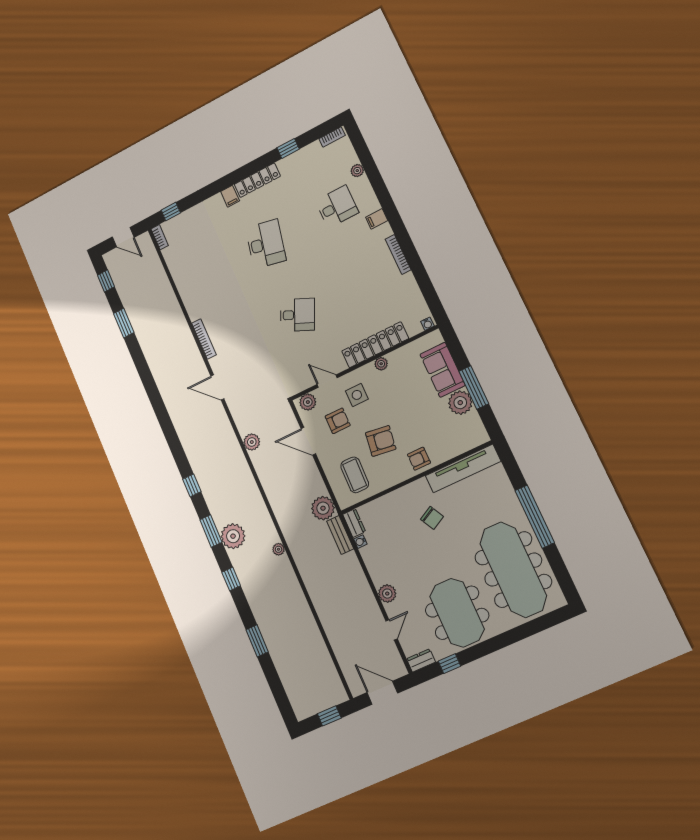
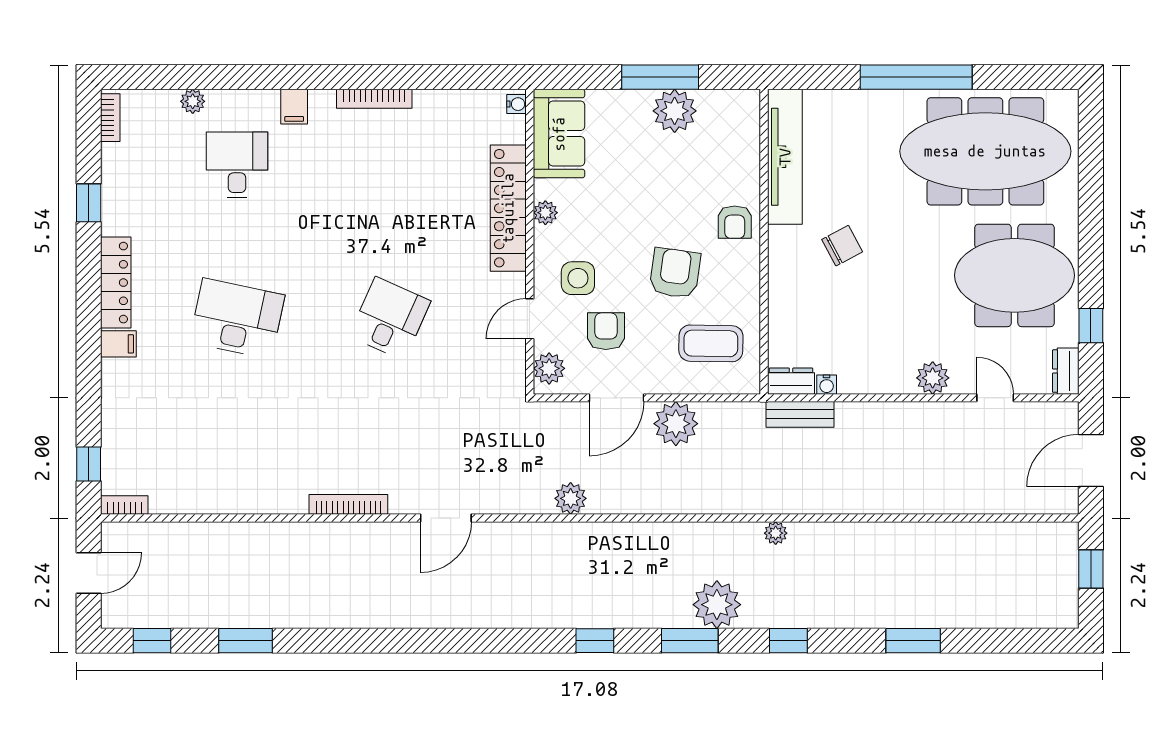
sofa: (443, 370) -> (559, 134), moved, turned -90
plant: (323, 508) -> (676, 424), moved

